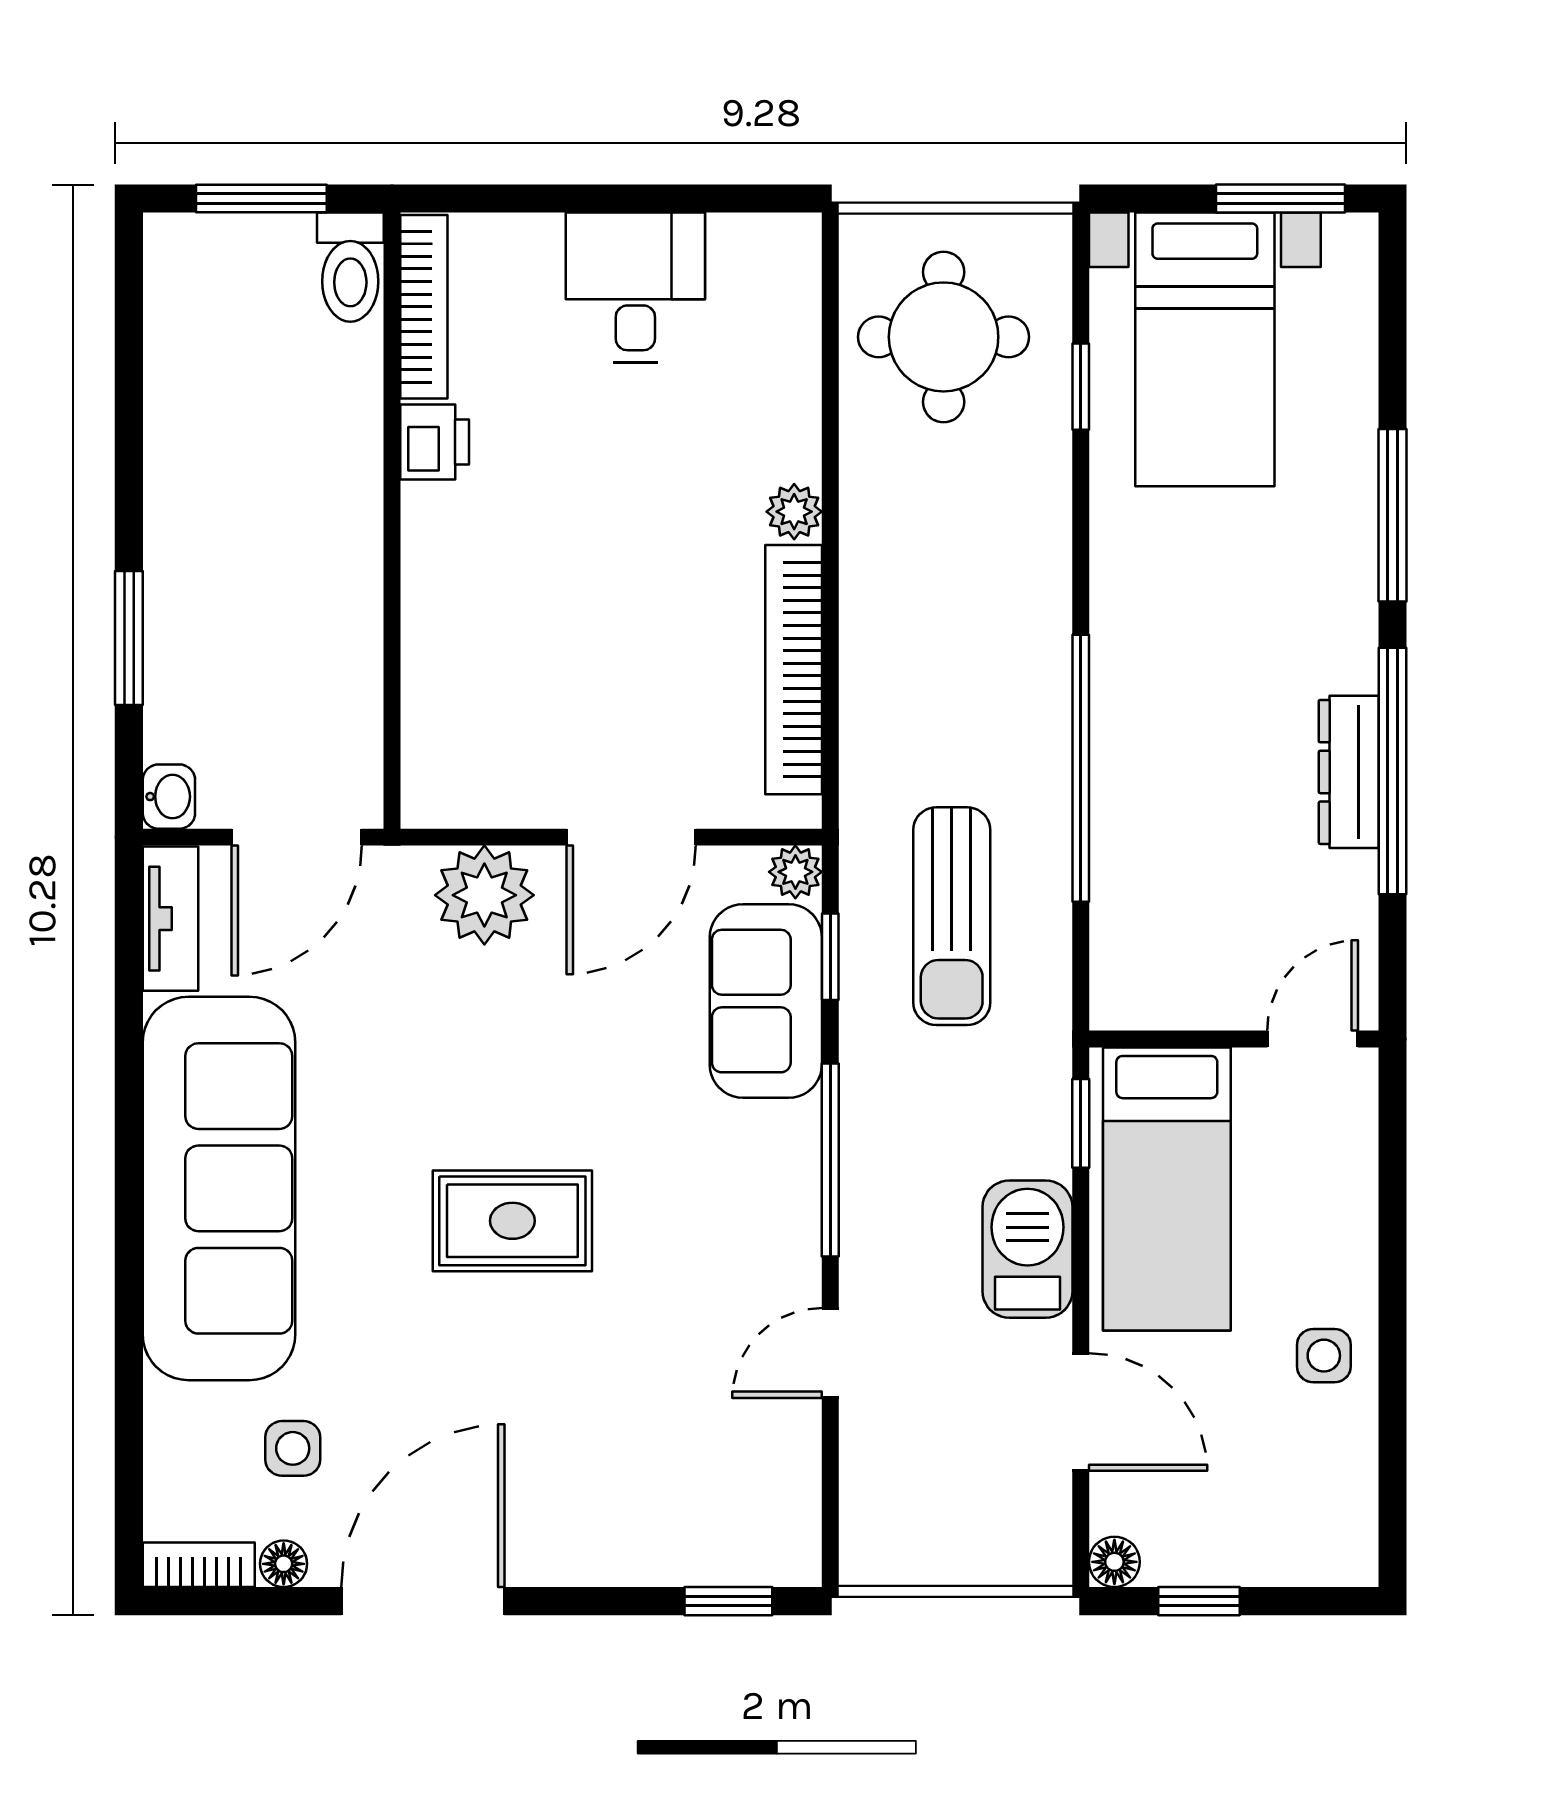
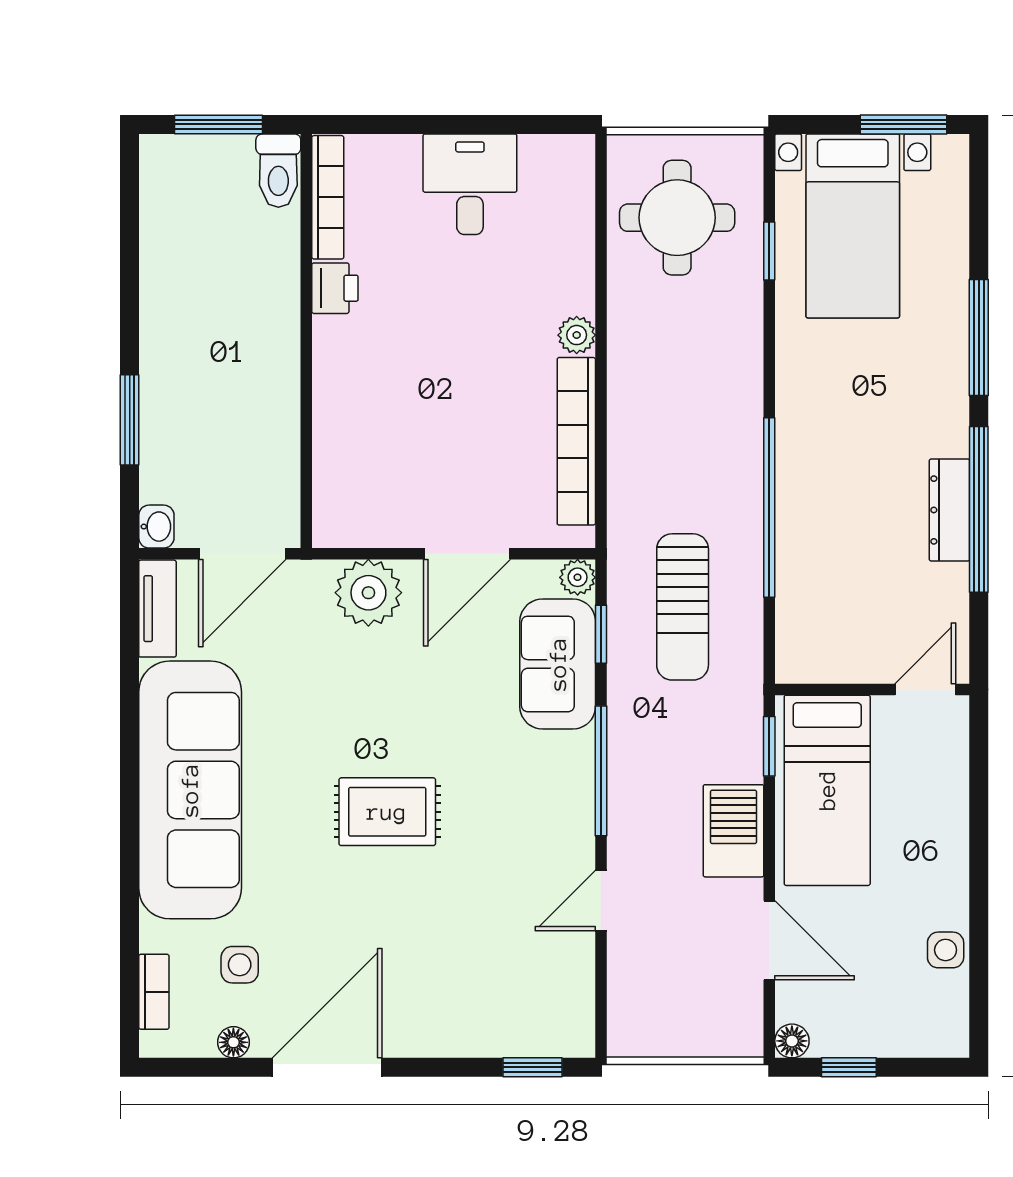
side table: (1324, 1356) -> (946, 950), moved
bookcase: (199, 1565) -> (154, 992), moved, turned 90

